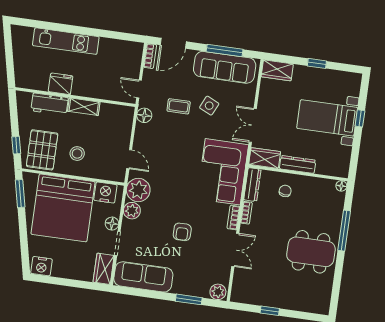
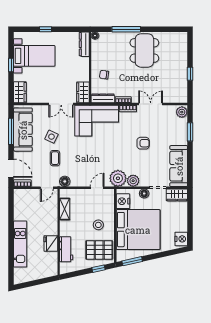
shelving: (84, 107) -> (65, 209), moved
bed with nightstands: (327, 118) -> (34, 56), moved, turned -90
dresser: (298, 164) -> (84, 44), moved

